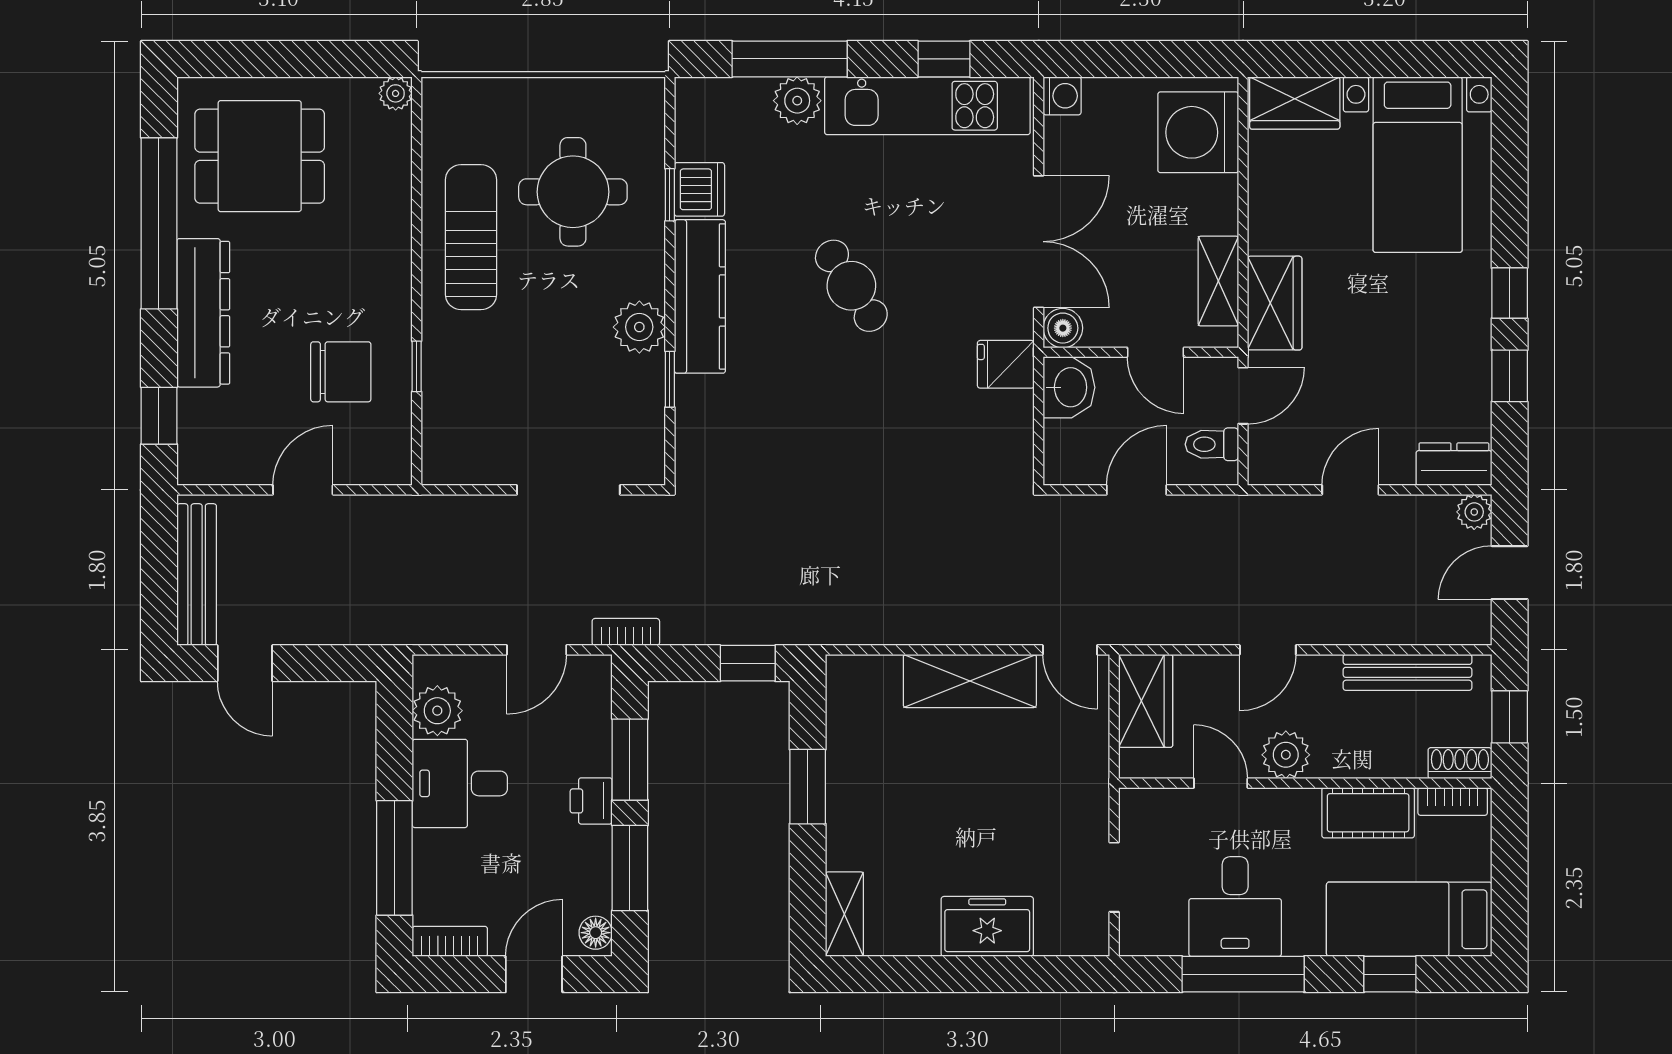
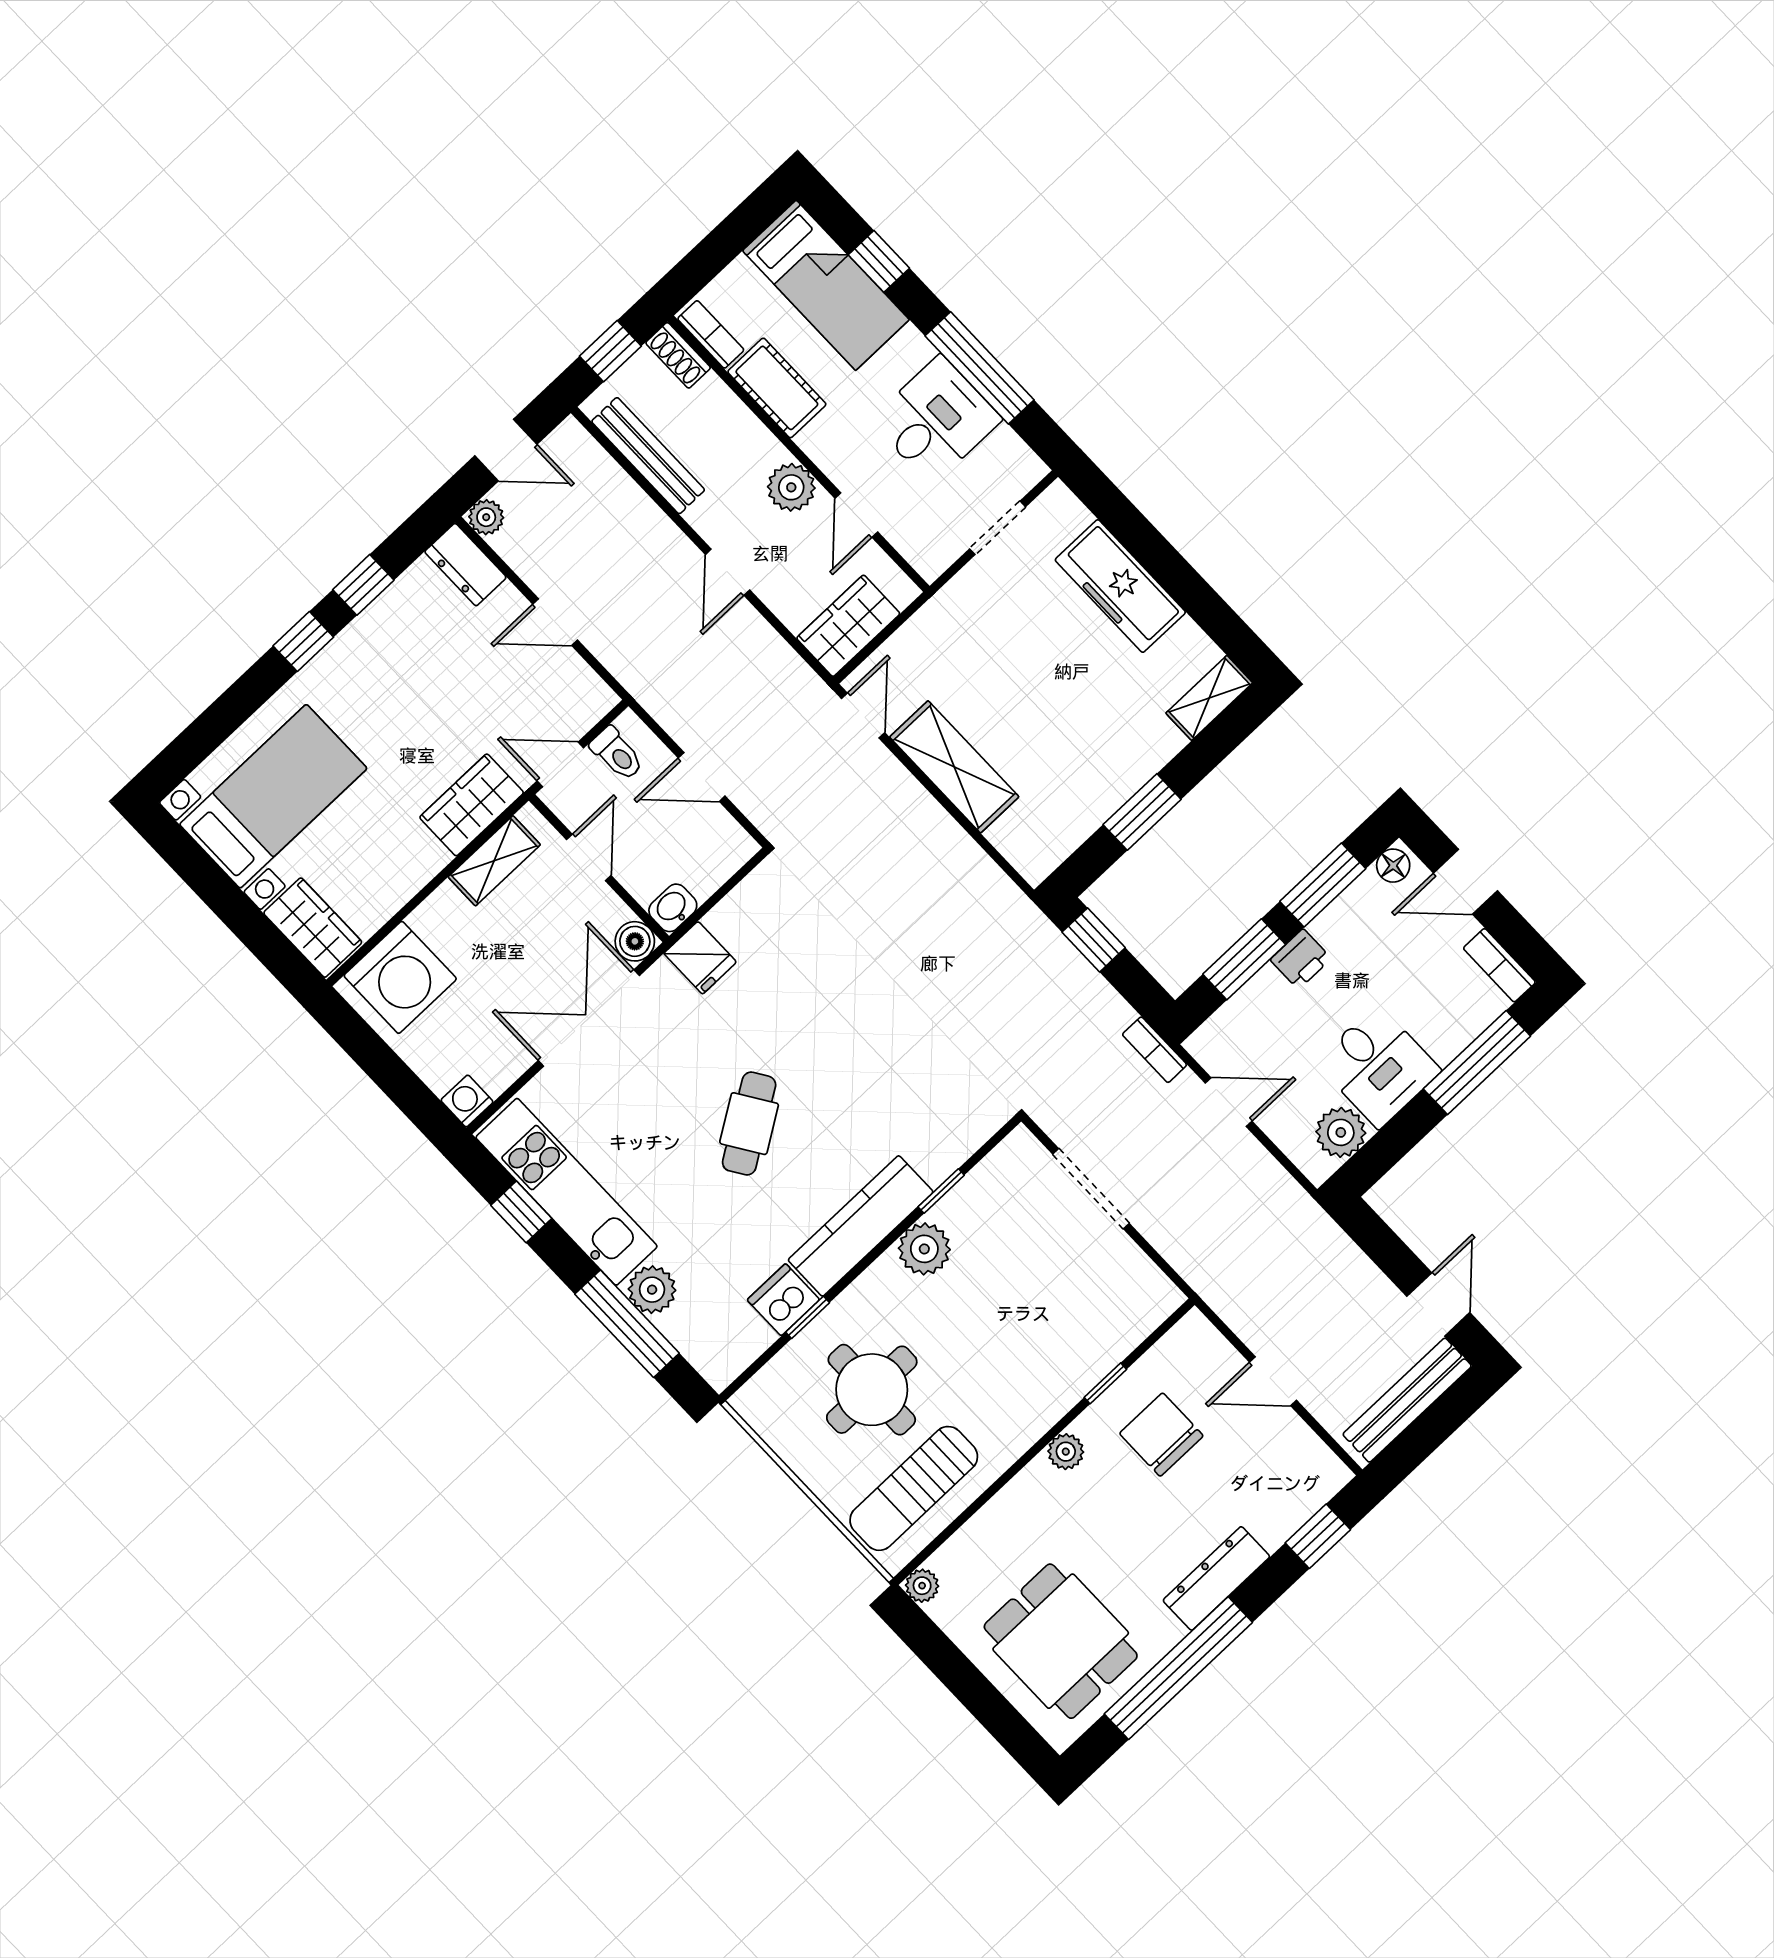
sun lounger: (471, 237) -> (914, 1488), moved
plant: (394, 290) -> (1066, 1452), added
dresser: (203, 313) -> (1216, 1578), width x0.73, depth x0.80
washbasin: (1069, 387) -> (673, 908), width x0.72, depth x0.69
door: (1268, 650) -> (728, 572), swing flipped
freezer: (987, 926) -> (1120, 586), width x1.40

